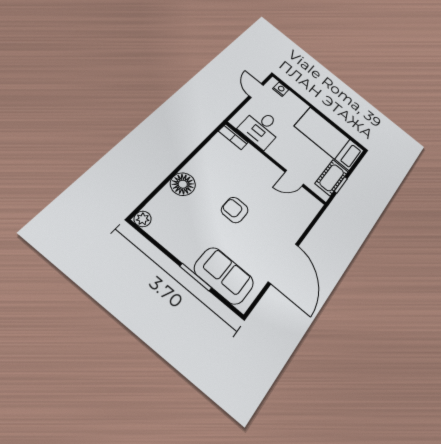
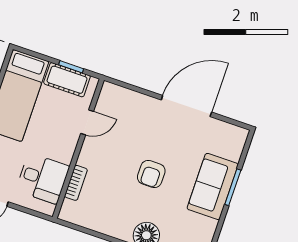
bookcase: (233, 137) -> (76, 183), moved
door: (294, 178) -> (87, 122), hinge flipped
sofa: (224, 276) -> (213, 186), moved

